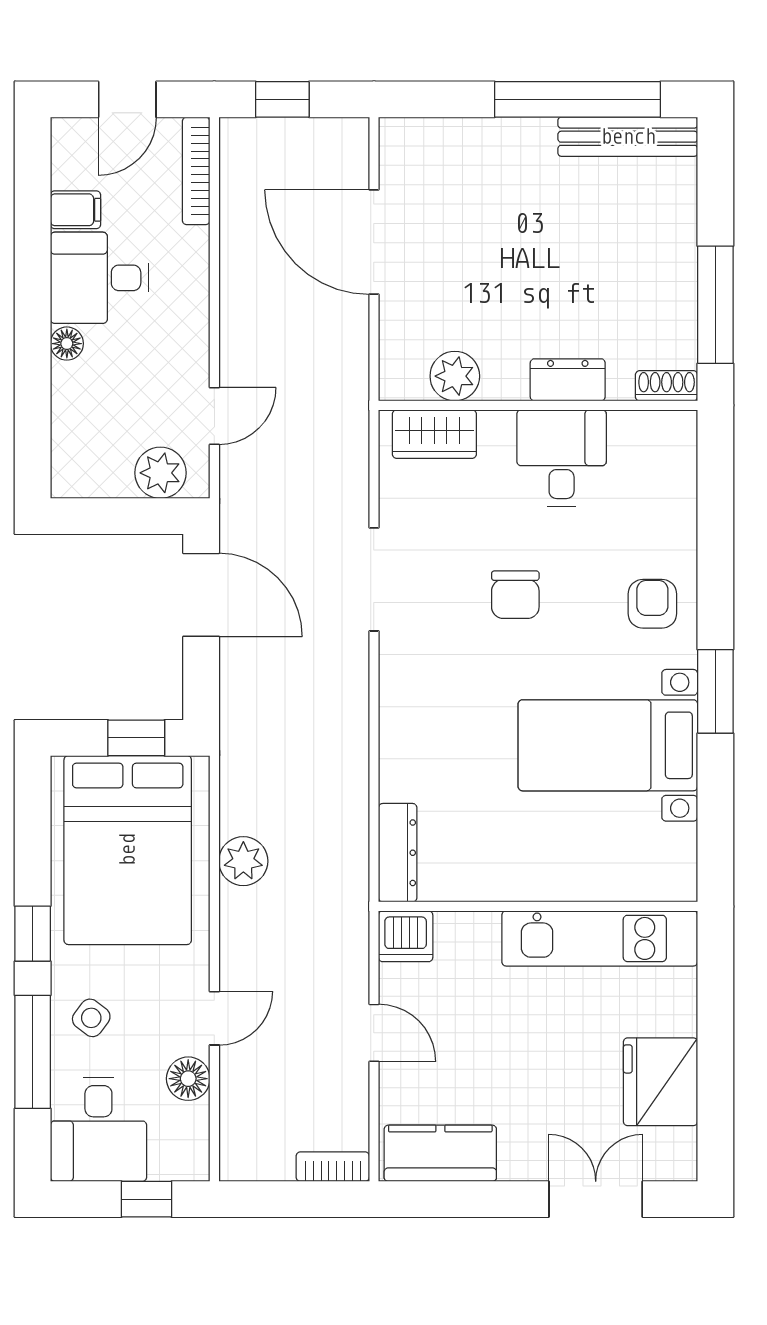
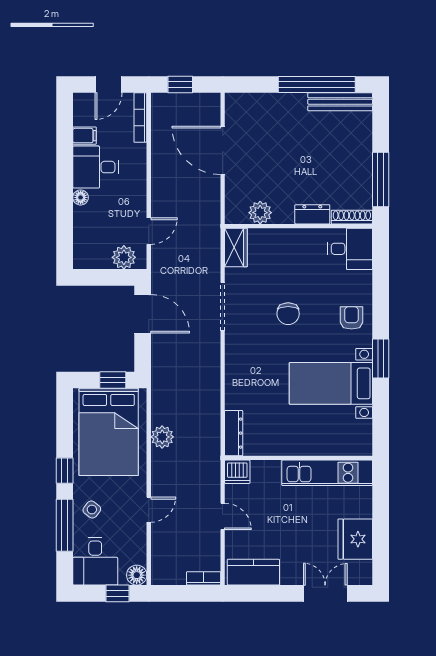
shoe rack: (667, 386) -> (352, 217), width x1.43
wardrobe: (434, 434) -> (236, 248), moved, turned -90
desk: (562, 458) -> (350, 249), moved, turned 90
floor lamp: (188, 1079) -> (137, 575), moved

